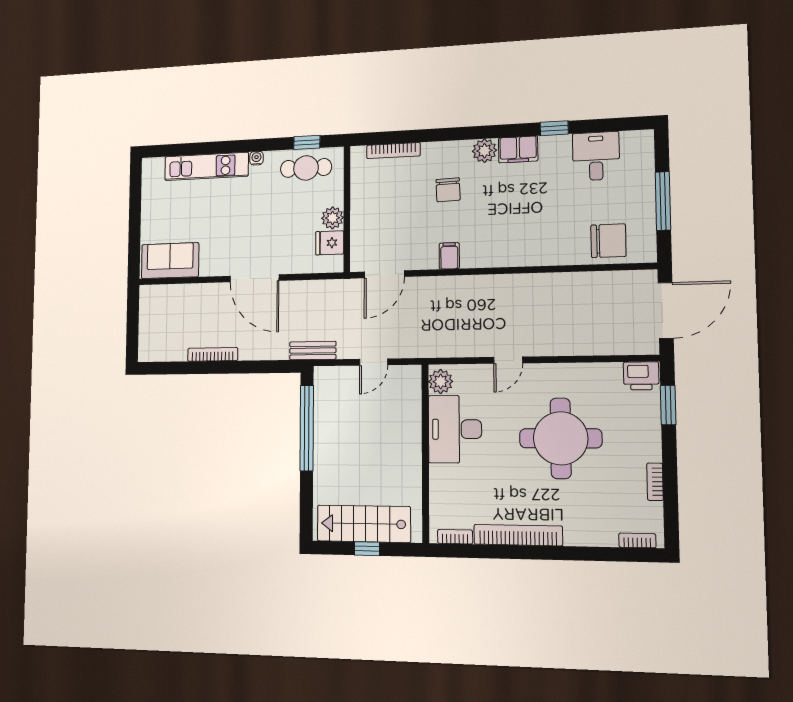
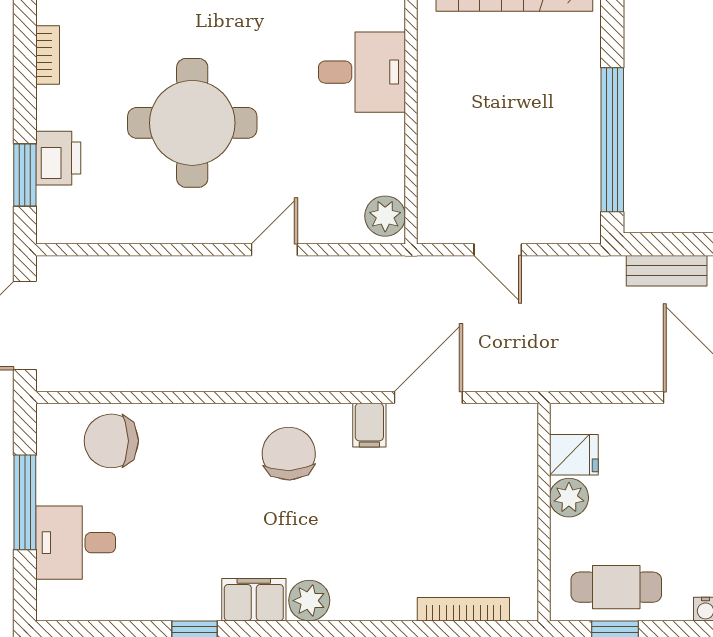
desk: (596, 156) -> (76, 543), moved, turned 90
chair: (448, 190) -> (289, 454), moved, width x1.37, depth x1.37
door: (384, 274) -> (428, 397), moved
bench: (313, 351) -> (667, 271), moved
door: (374, 362) -> (498, 250), swing flipped
printer: (641, 376) -> (58, 158), moved, turned 90
desk: (455, 429) -> (362, 72), moved, width x0.73

